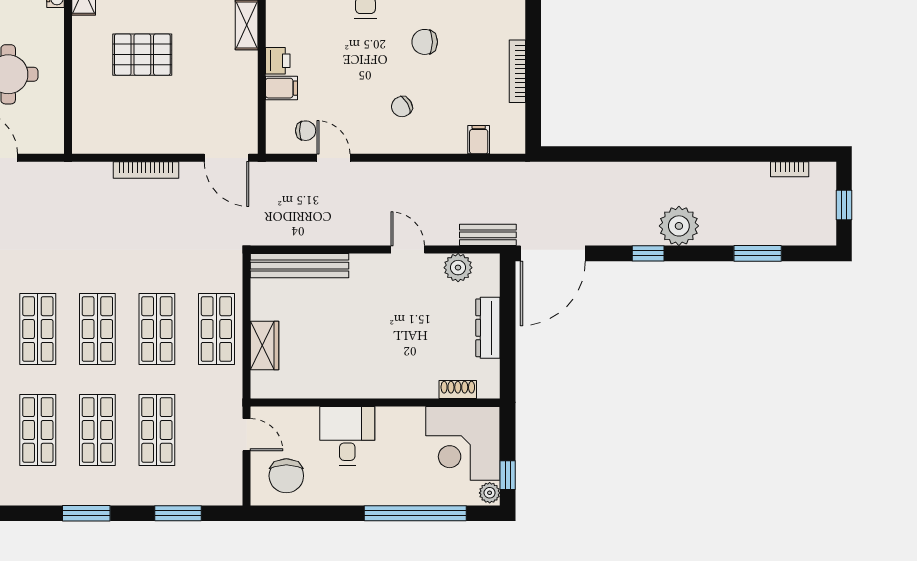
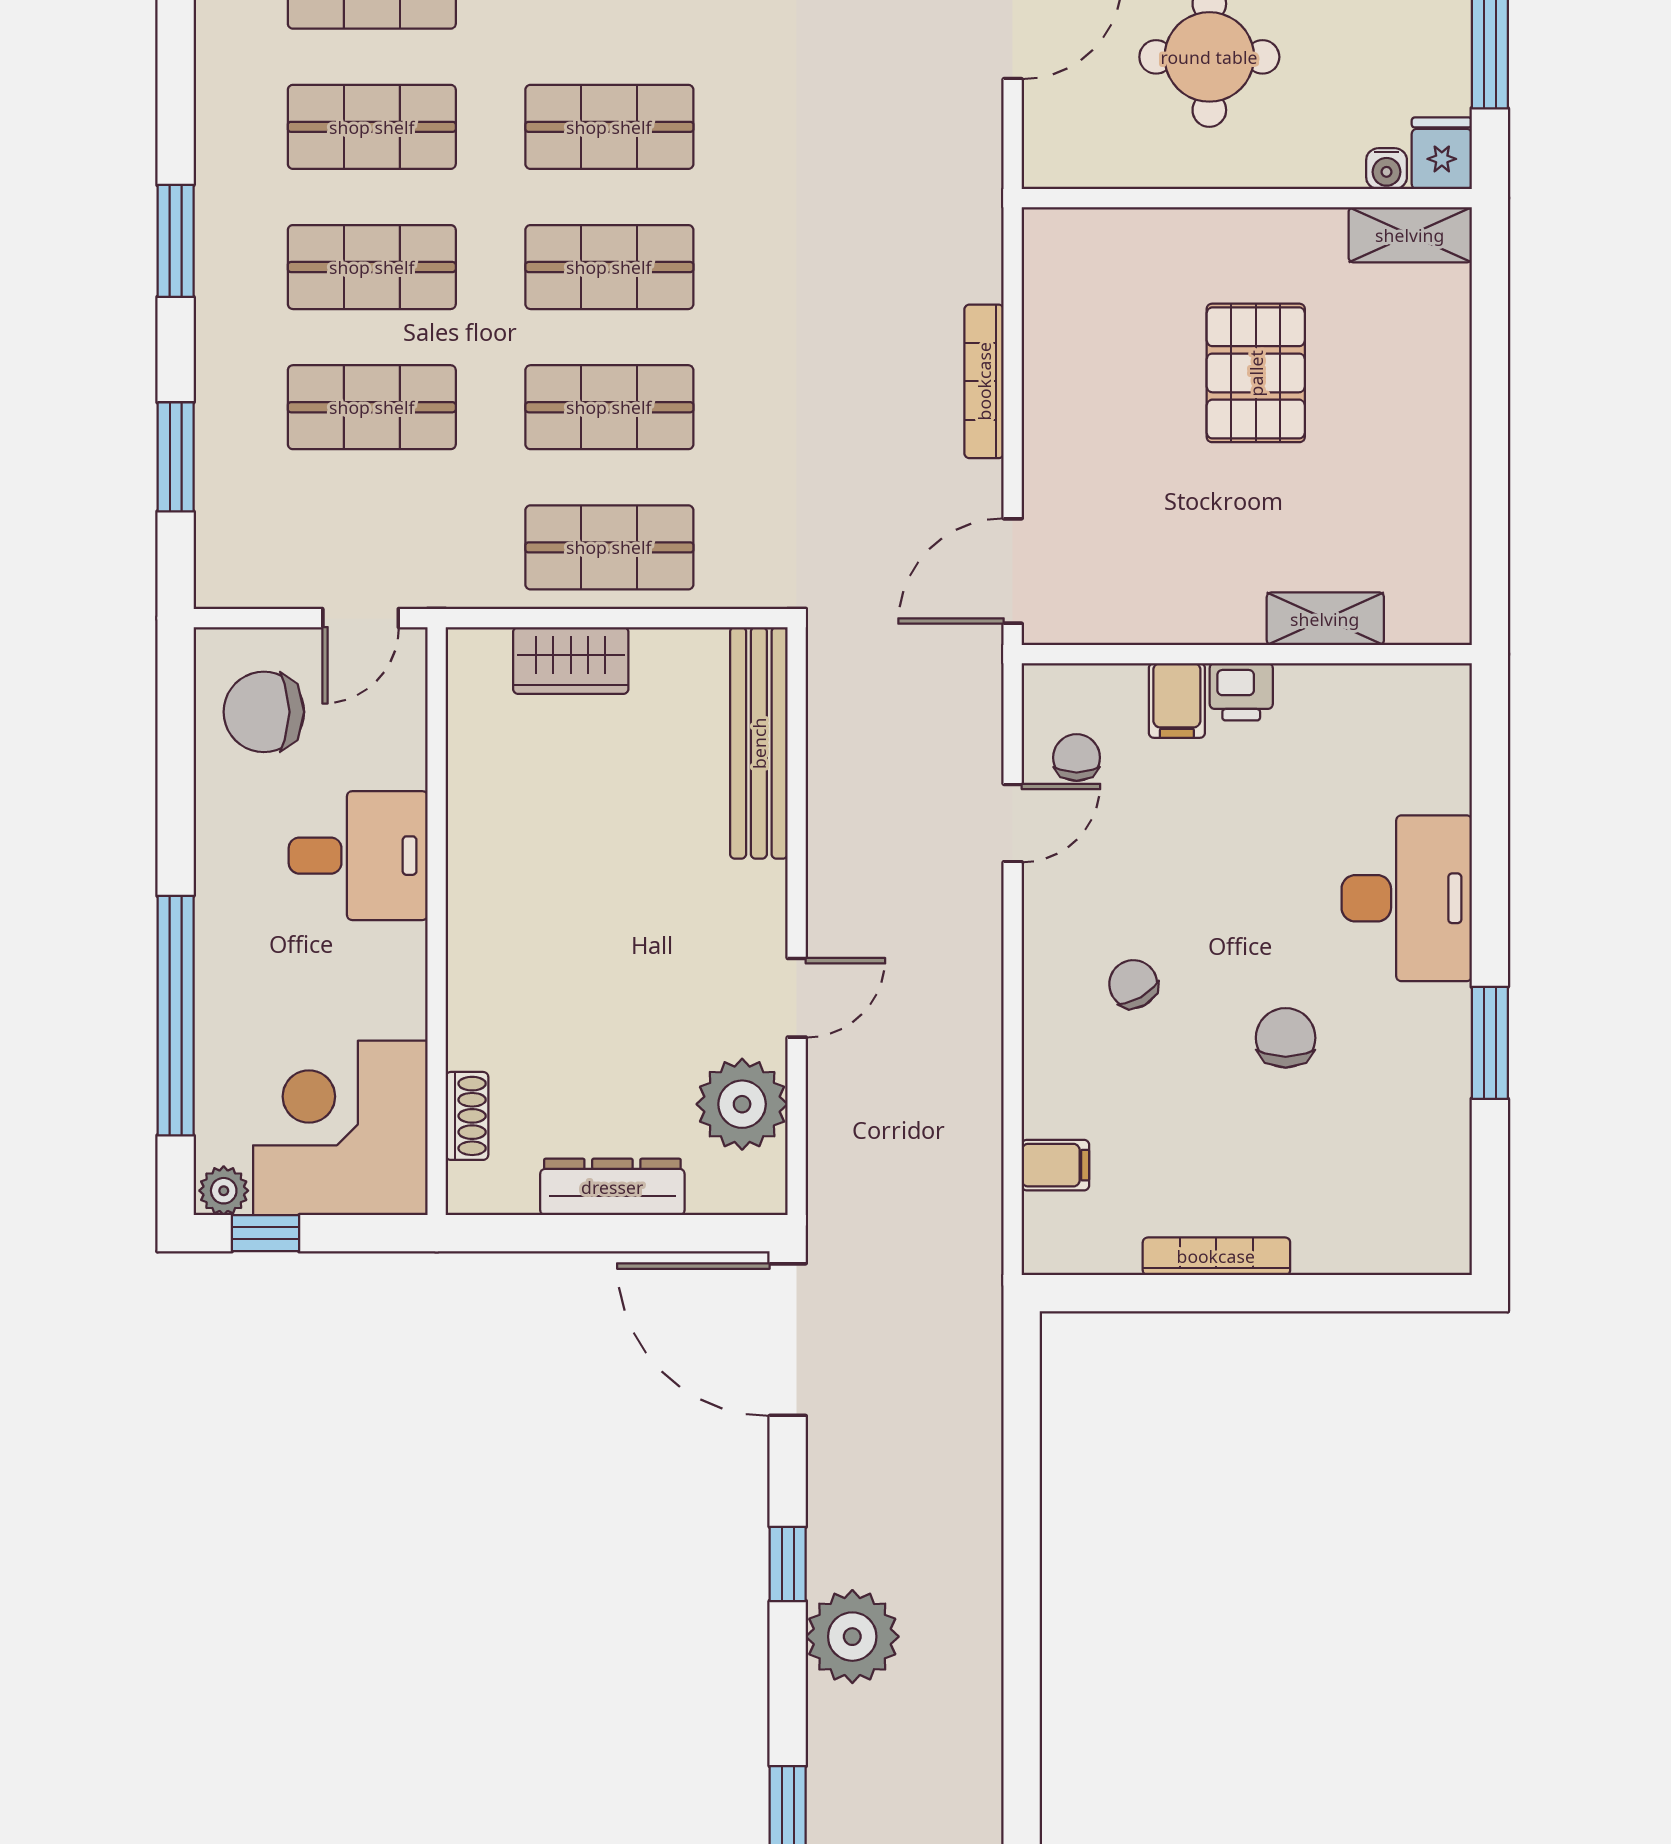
chair: (306, 131) -> (1077, 758), turned 180
bench: (488, 235) -> (831, 1187), removed
plant: (458, 268) -> (742, 1104), width x1.36, depth x1.36

